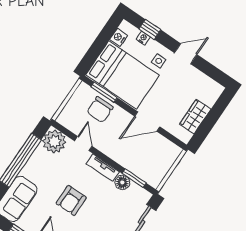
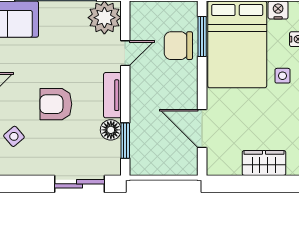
wardrobe: (195, 117) -> (264, 163), moved
door: (147, 121) -> (202, 128), moved
armchair: (71, 200) -> (56, 104), moved

